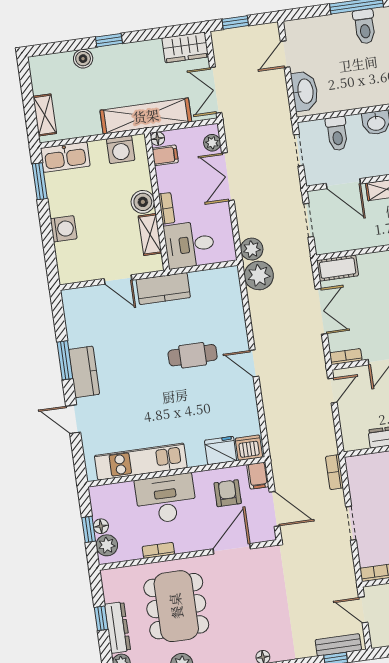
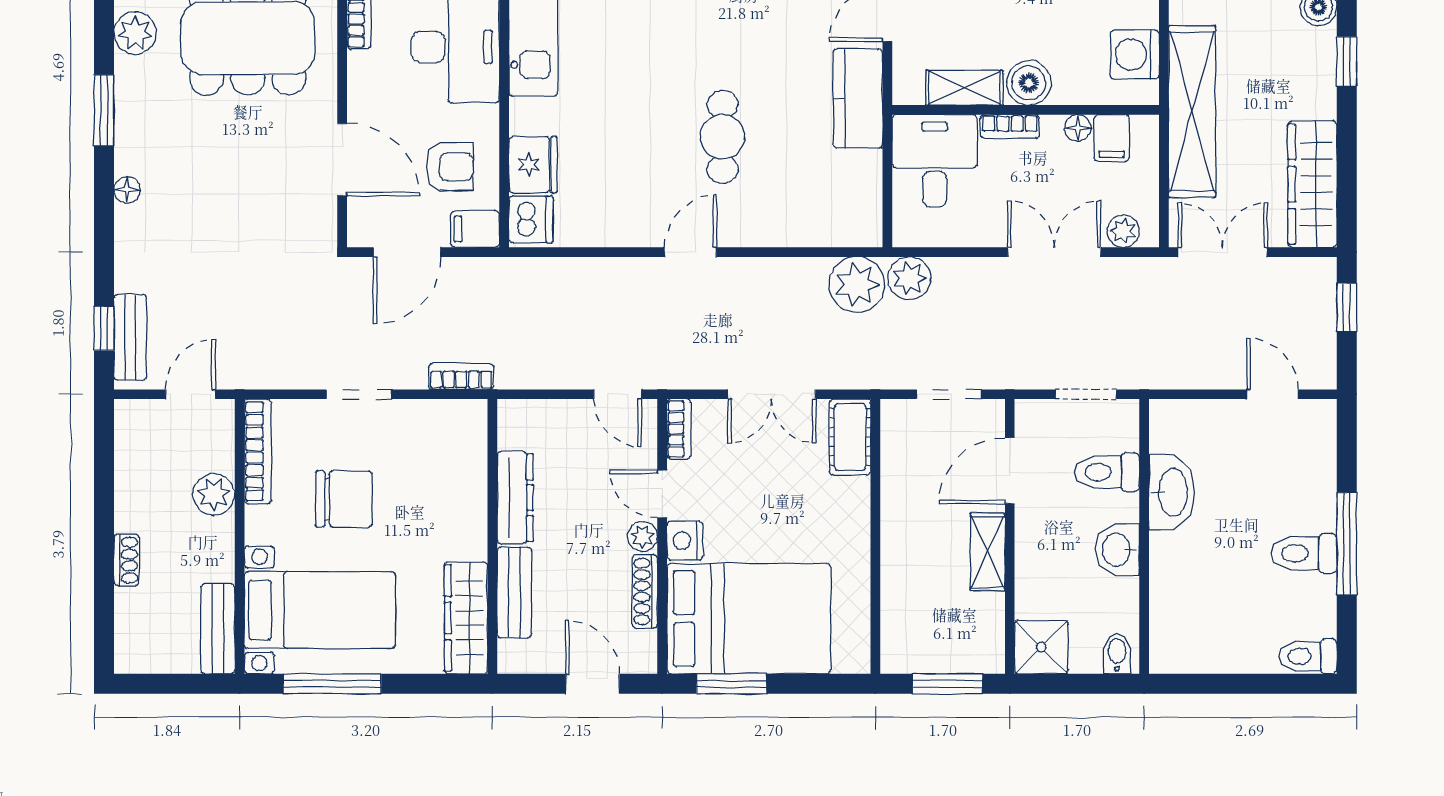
wardrobe: (185, 47) -> (1312, 184), width x1.50
washbasin: (305, 91) -> (1172, 492), moved, turned -90
floor lamp: (158, 139) -> (1078, 128), moved

